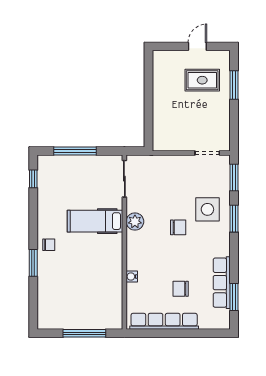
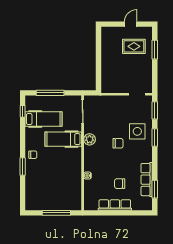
hospital bed: (65, 191) -> (44, 119), added
row of seats: (164, 321) -> (115, 205), width x0.73

